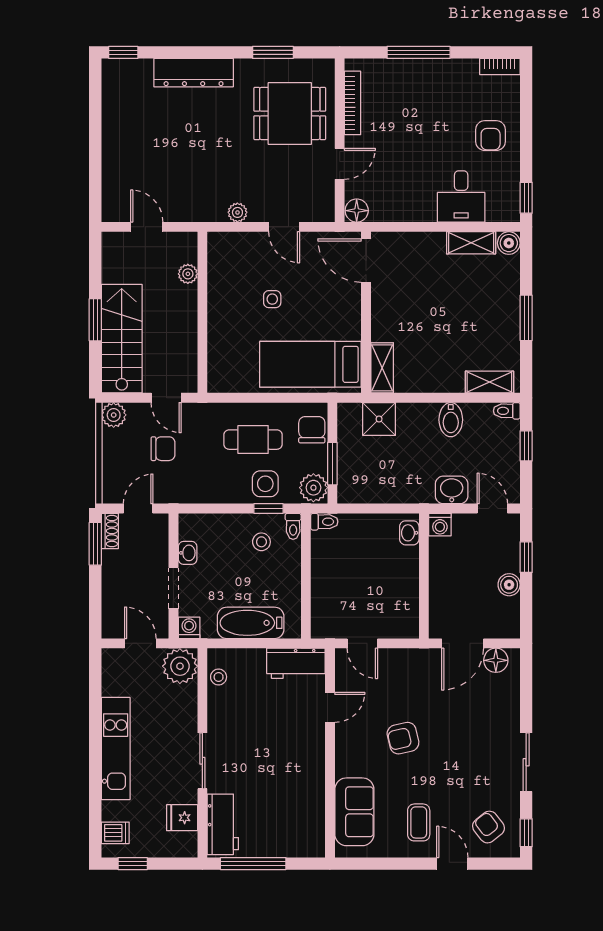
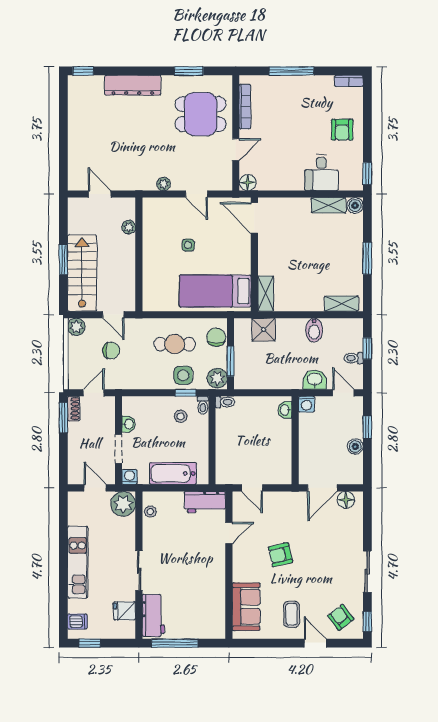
toilet: (507, 411) -> (354, 358), moved

